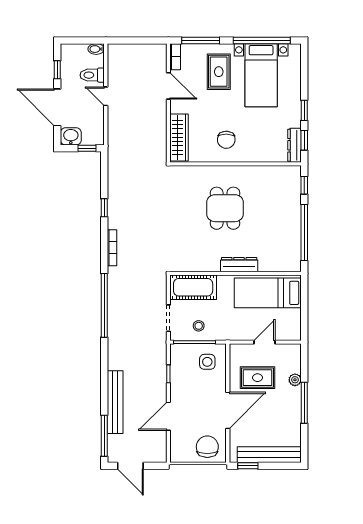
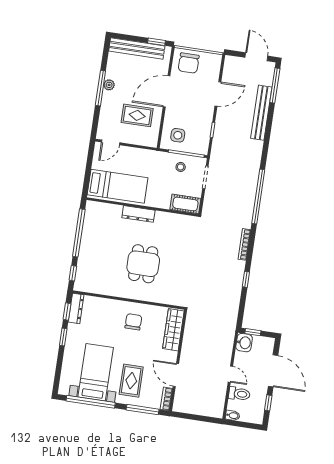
washbasin: (71, 136) -> (244, 343), moved, turned -90
cot: (193, 287) -> (185, 204), width x0.73, depth x0.75
door: (264, 342) -> (111, 142), moved
plant: (295, 380) -> (109, 85), moved

